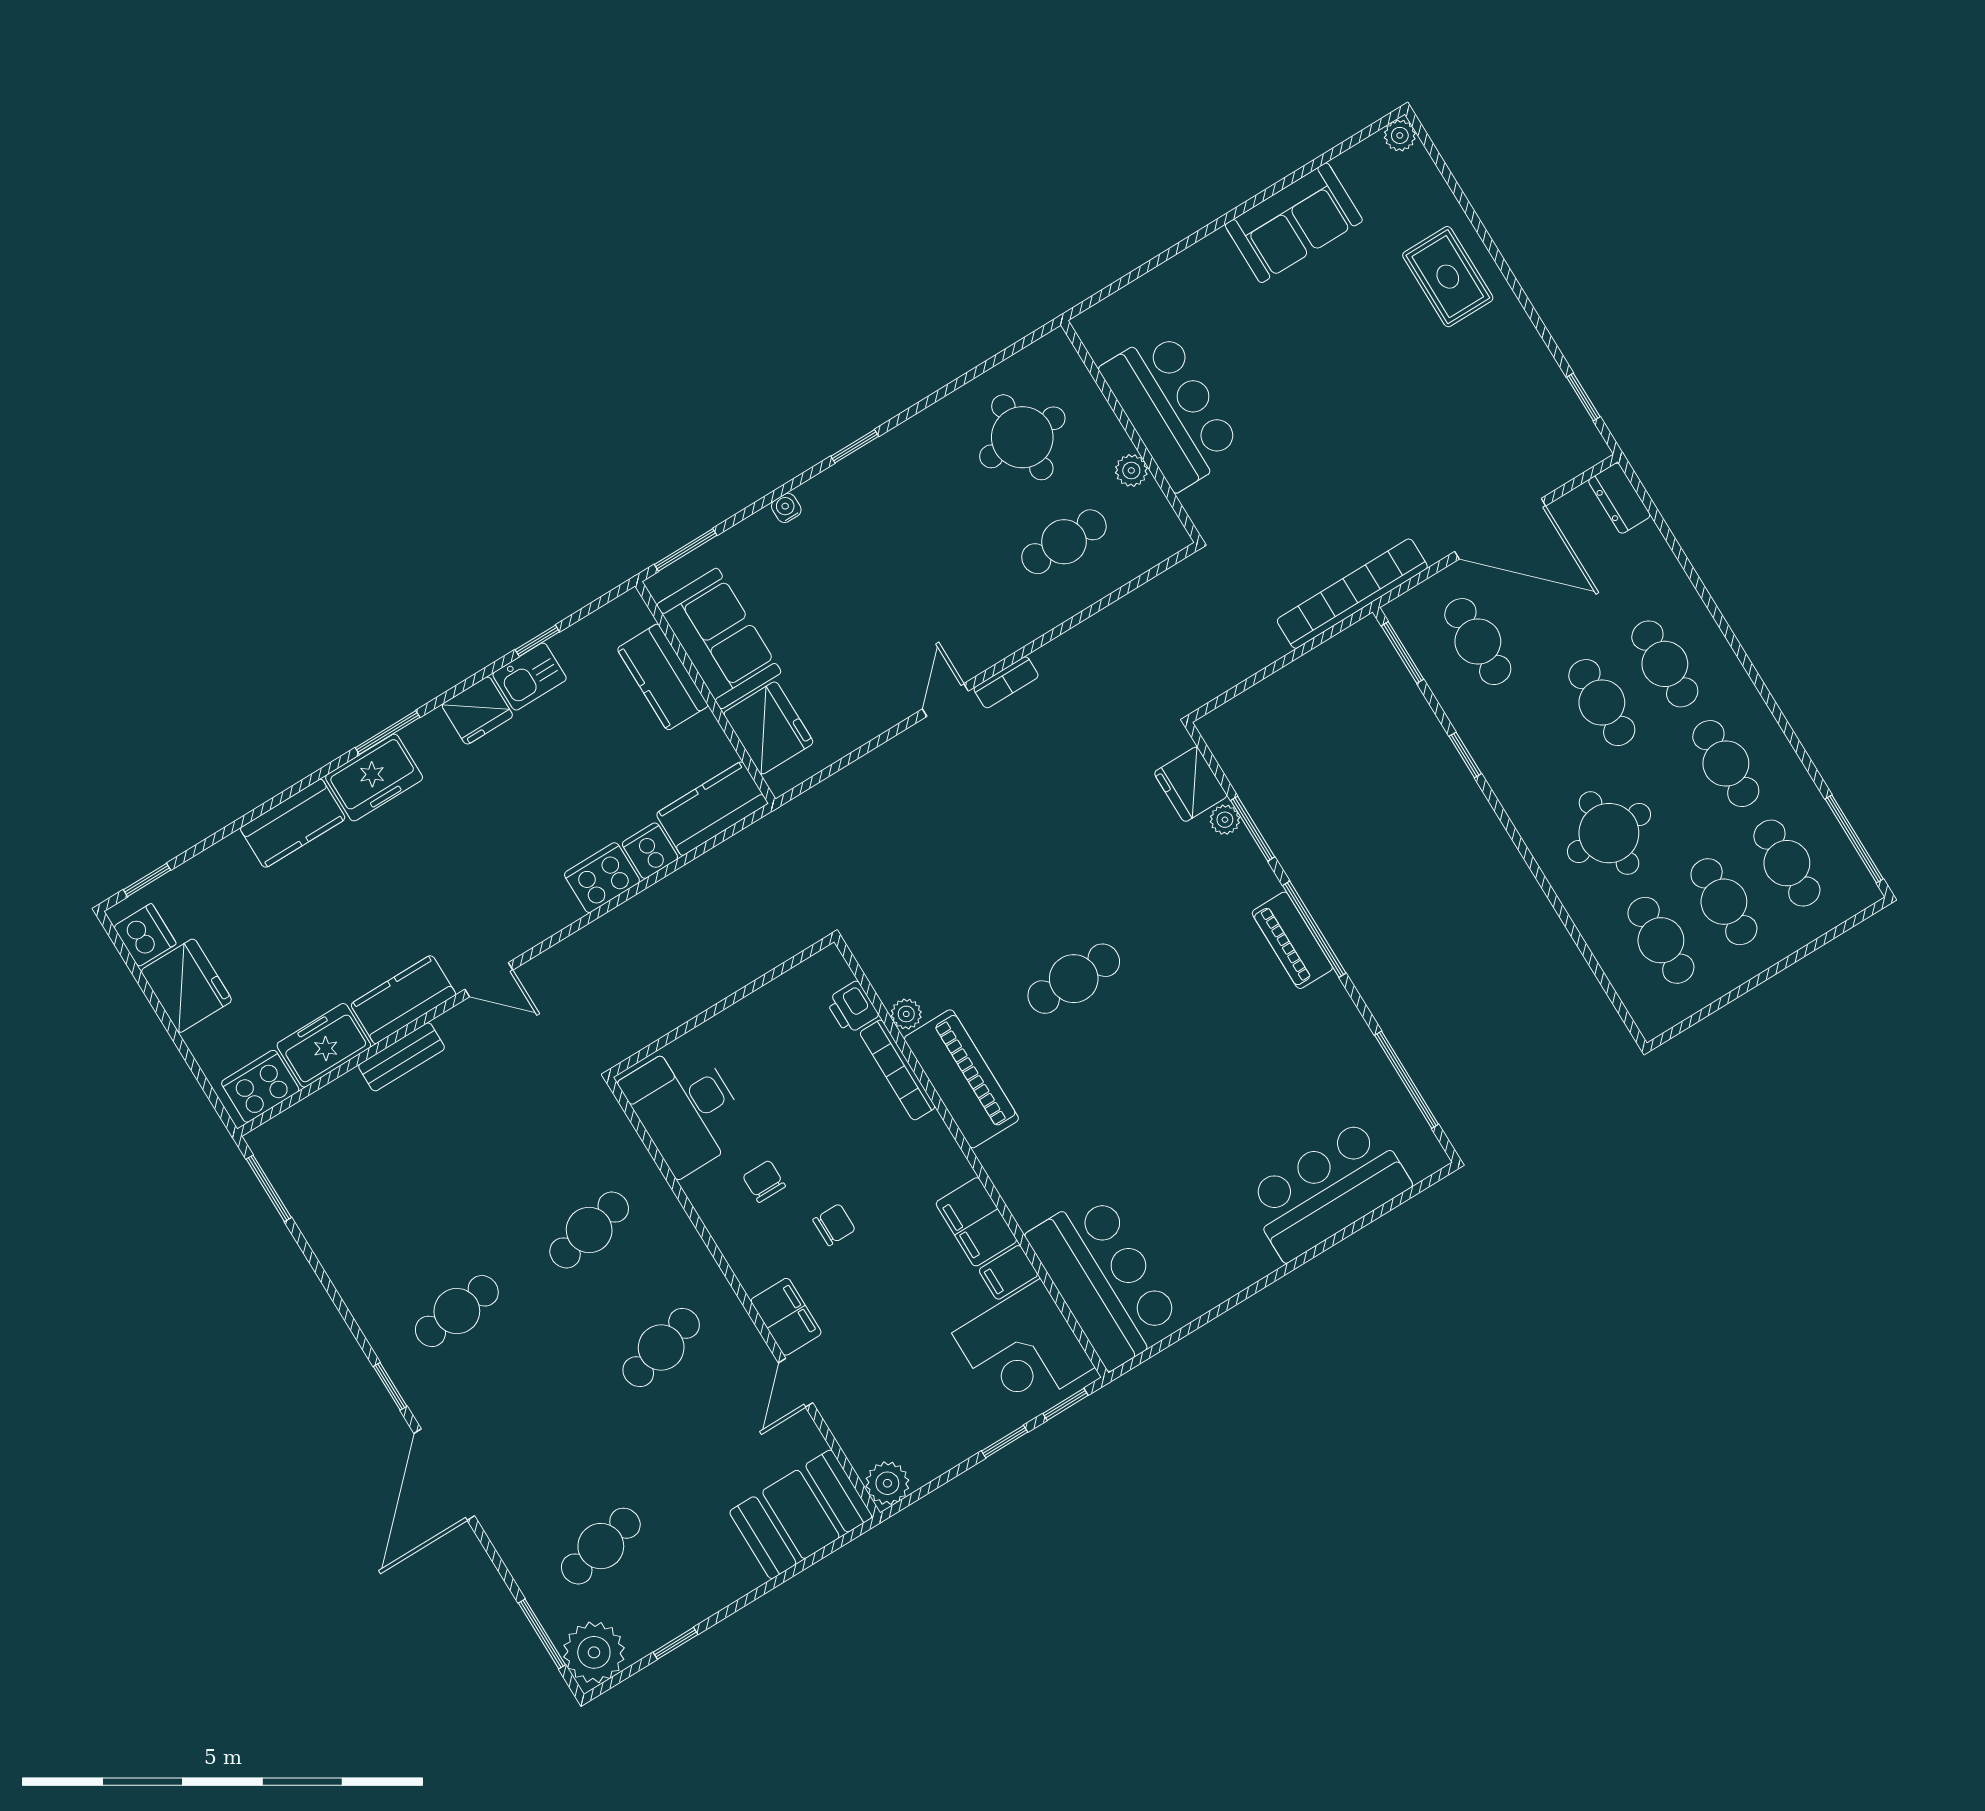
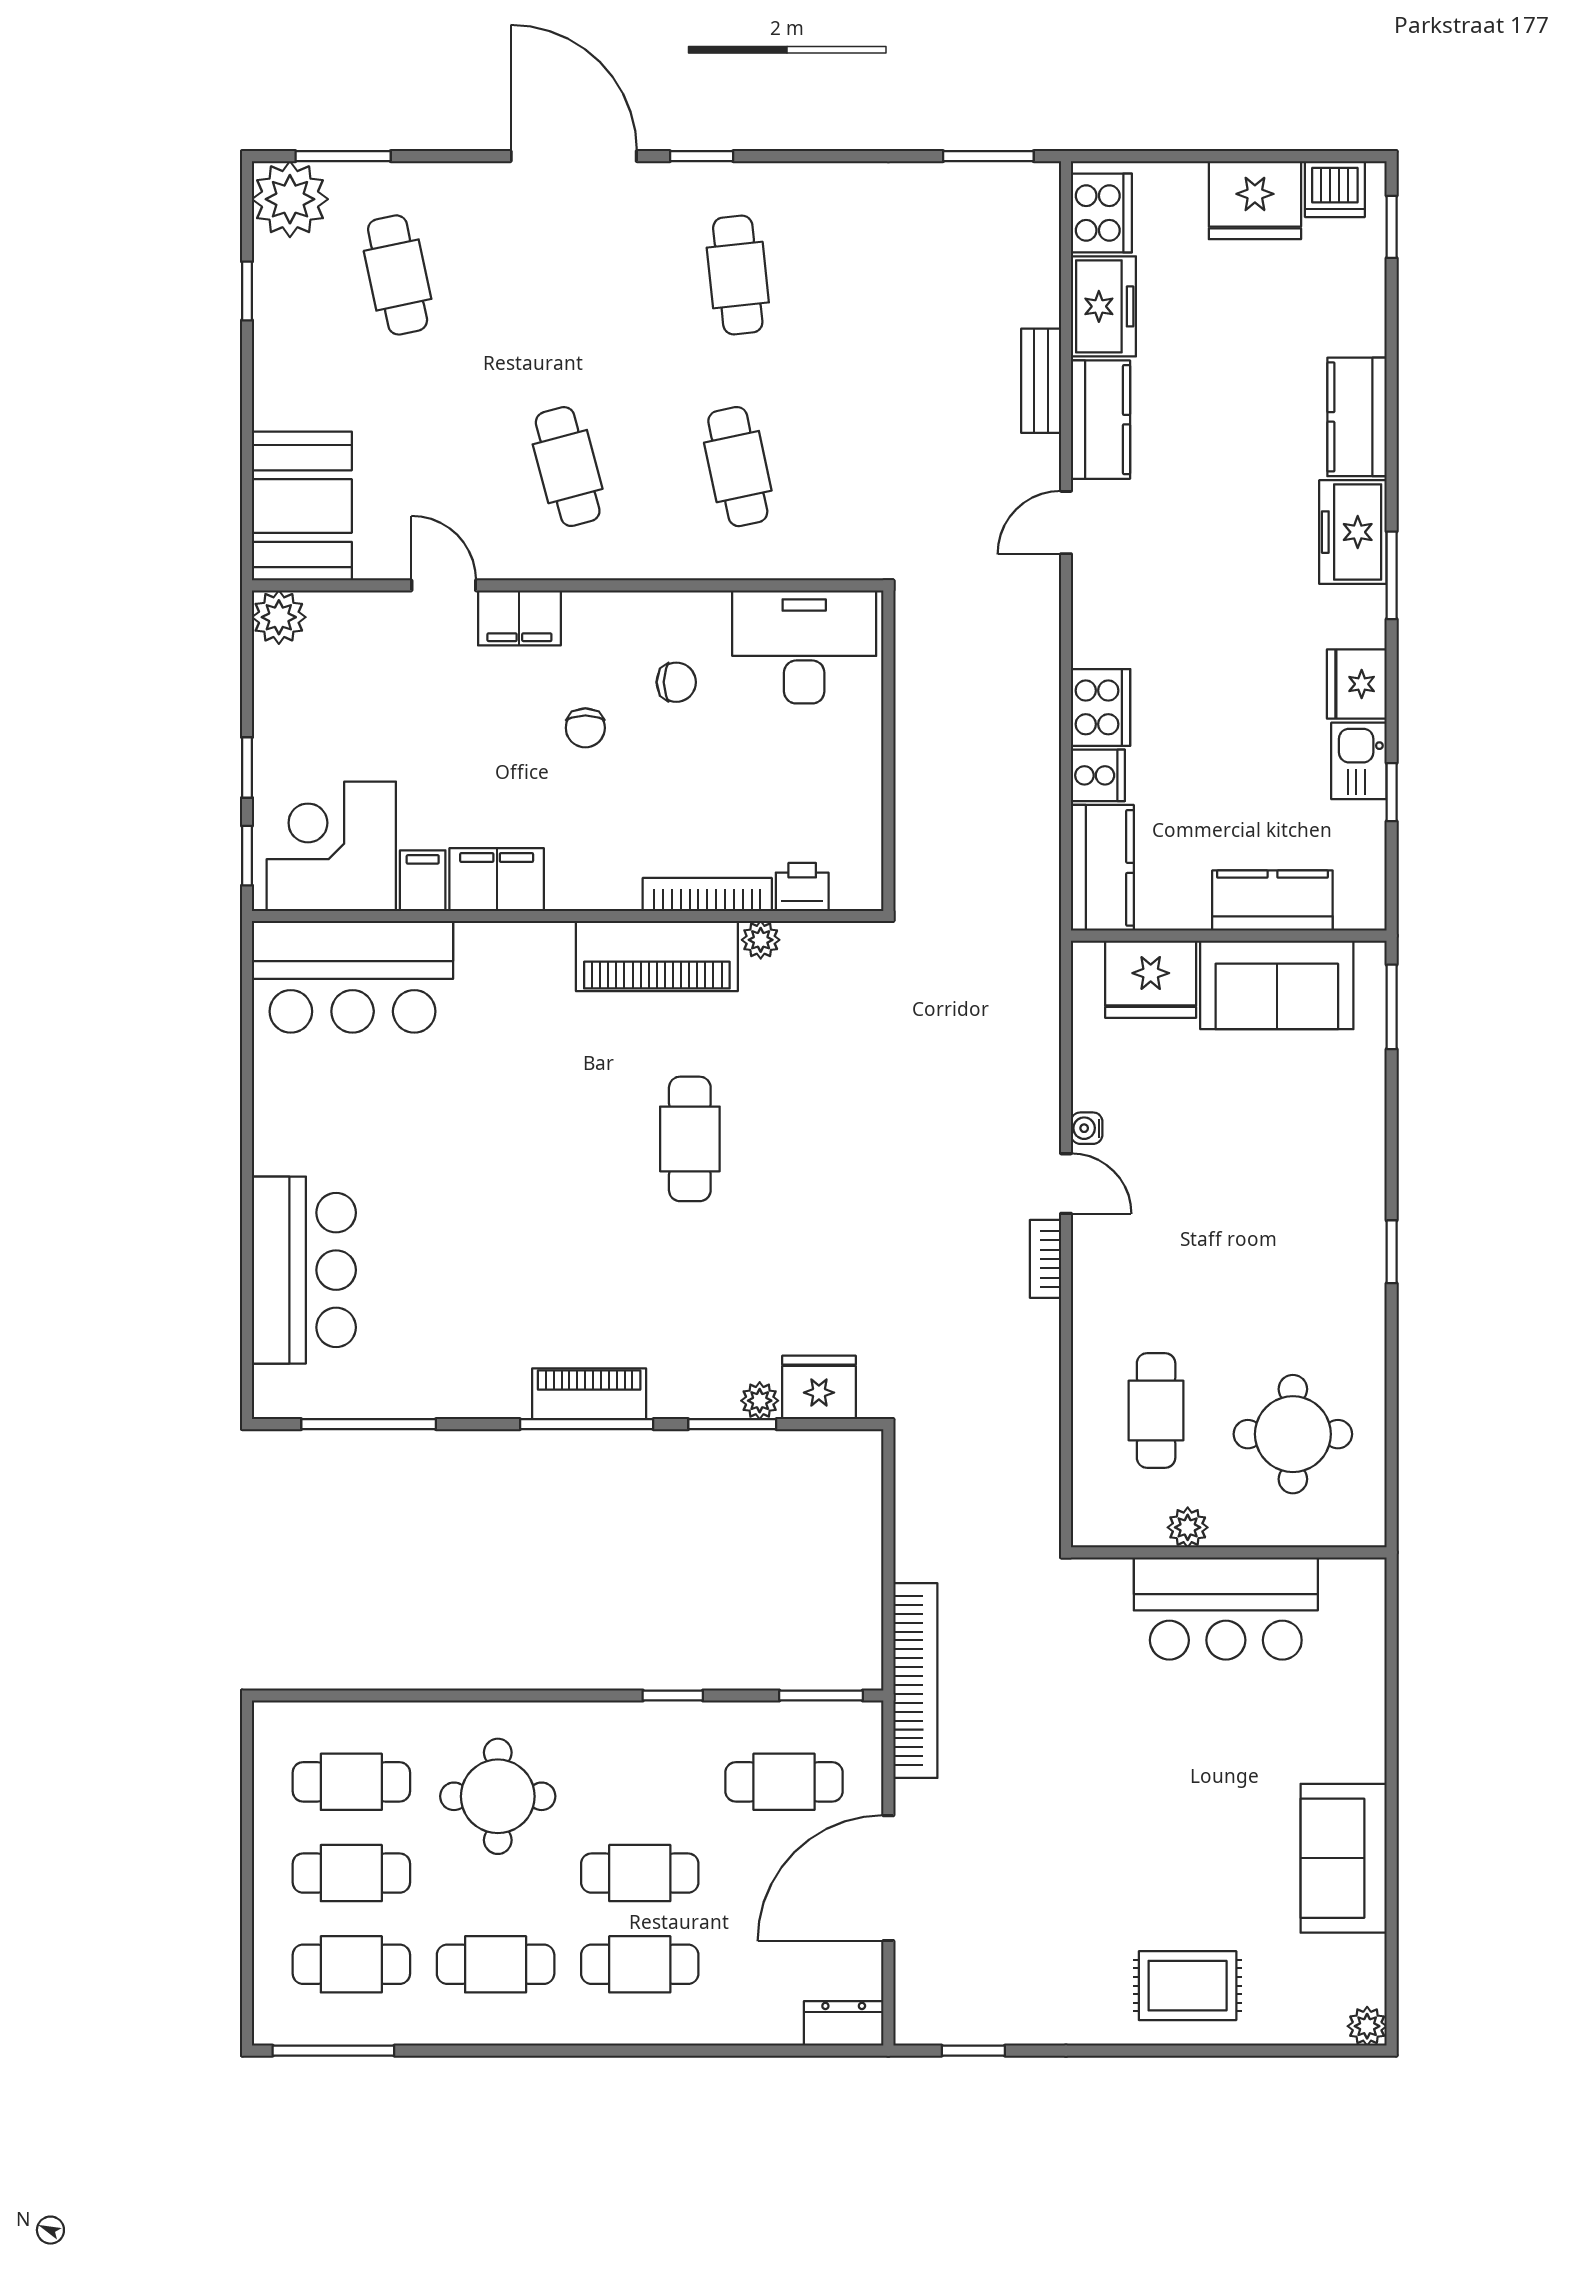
water cooler: (786, 508) -> (1087, 1128), moved, turned 180

